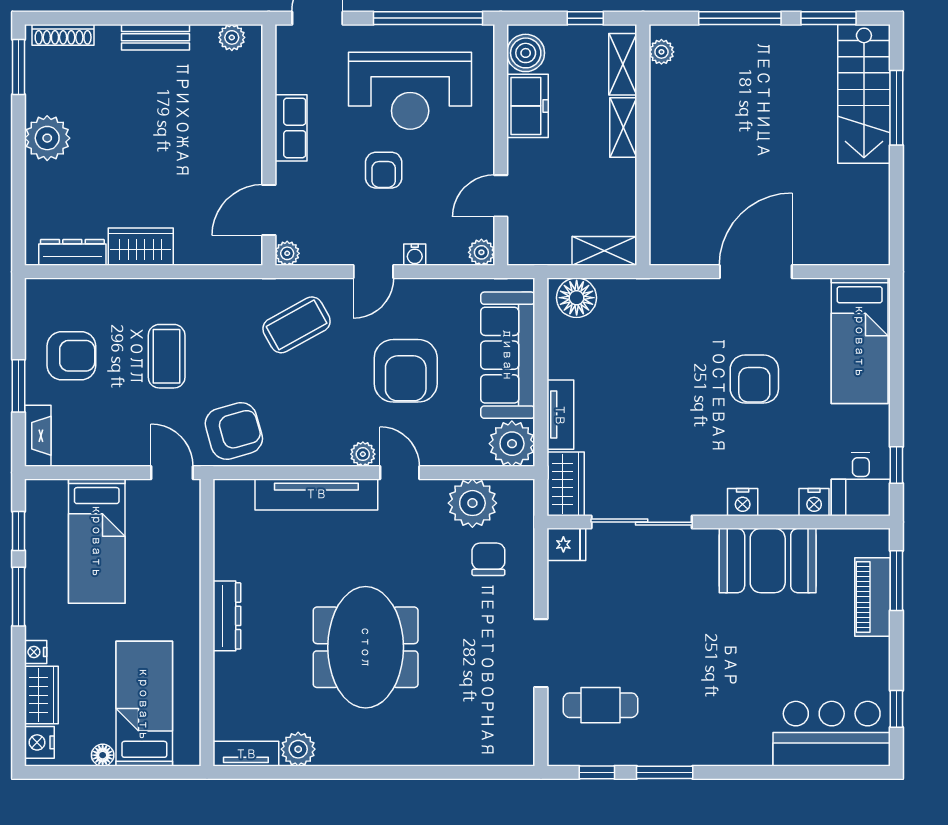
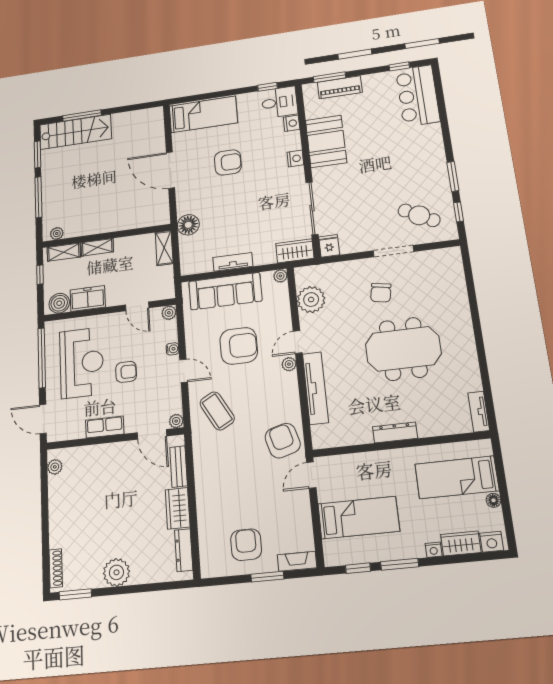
bench: (155, 37) -> (179, 467), moved
floor lamp: (577, 298) -> (188, 225), moved
coffee table: (167, 356) -> (242, 486), removed
tv unit: (560, 415) -> (233, 262), moved
plant: (512, 444) -> (280, 276), width x0.53, depth x0.53
chair: (488, 559) -> (381, 293), moved, turned -80
cafe table: (600, 705) -> (419, 215), turned -61
plant: (298, 749) -> (471, 381), removed

